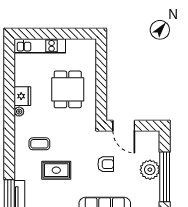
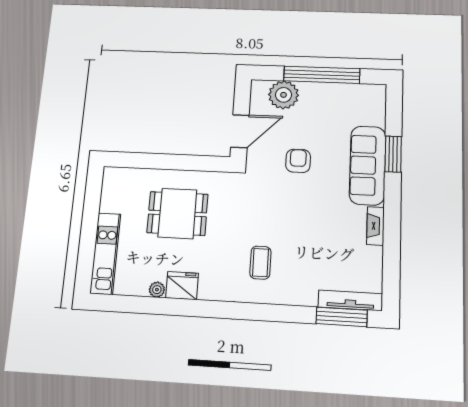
plant: (19, 112) -> (157, 290), moved
rug: (56, 170) -> (304, 238), removed
plant: (150, 170) -> (284, 95), moved

